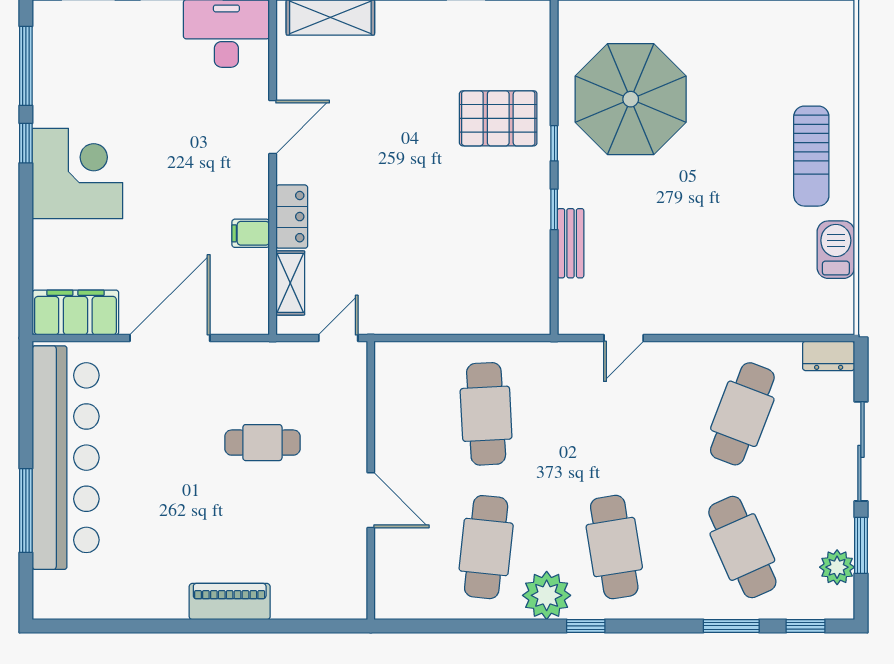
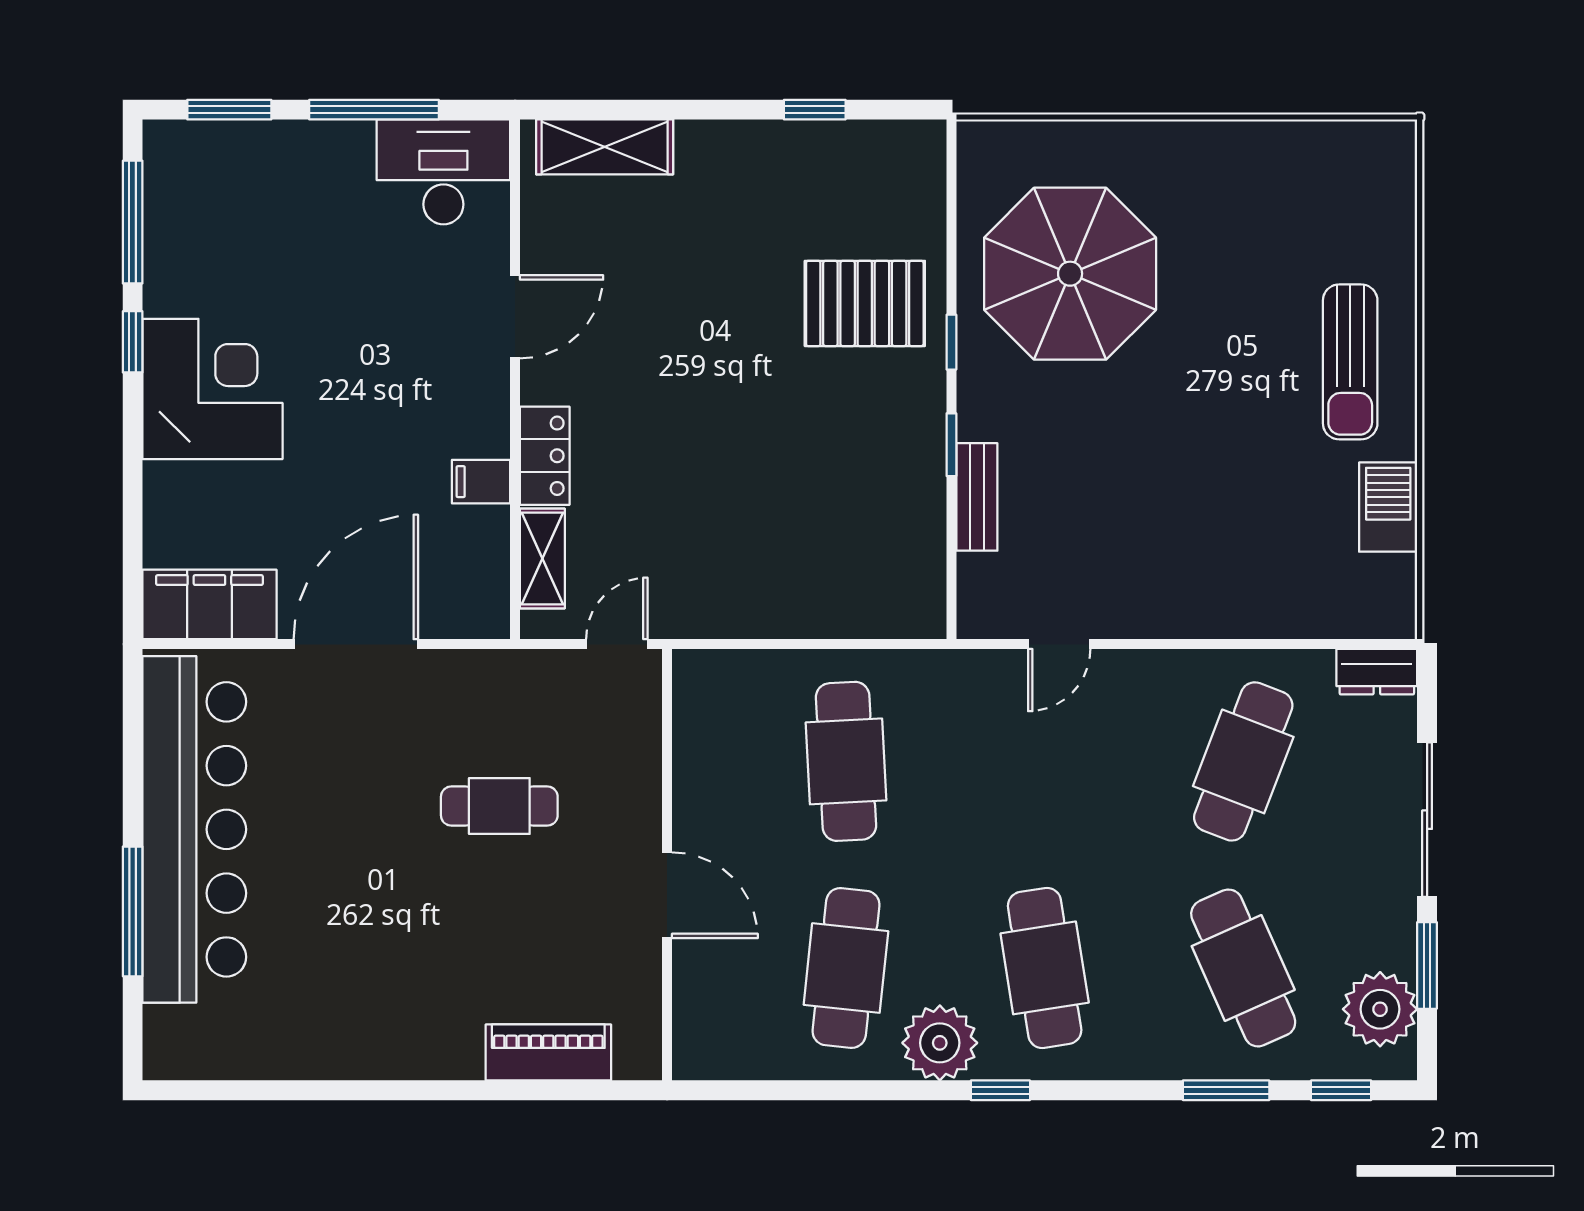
plant: (837, 567) -> (1380, 1009), width x1.36, depth x1.36
piano: (230, 602) -> (548, 1052), moved

